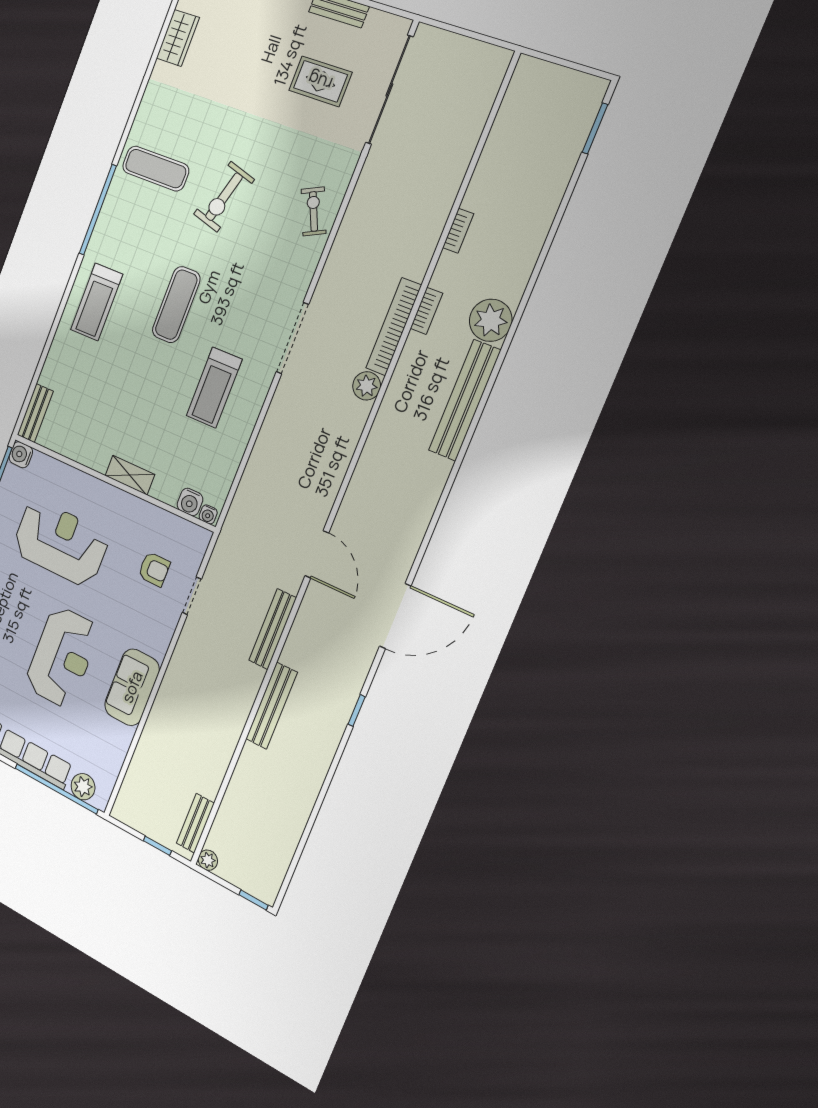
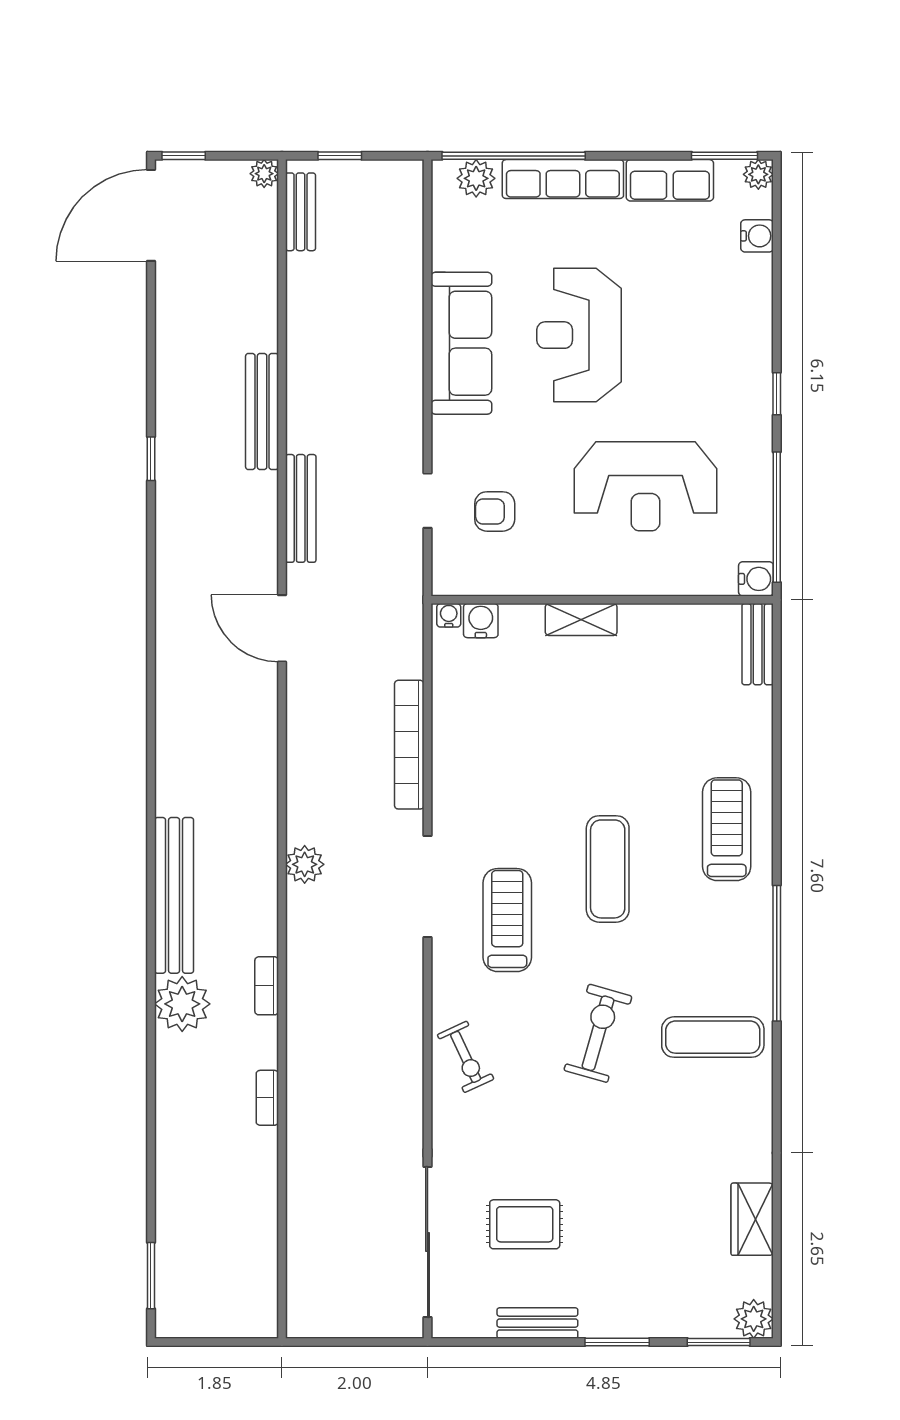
bookcase: (394, 327) -> (409, 745), moved, turned 180
treadmill: (214, 388) -> (507, 920), moved
door: (395, 616) -> (151, 215), moved
sofa: (132, 687) -> (461, 343), width x1.36

